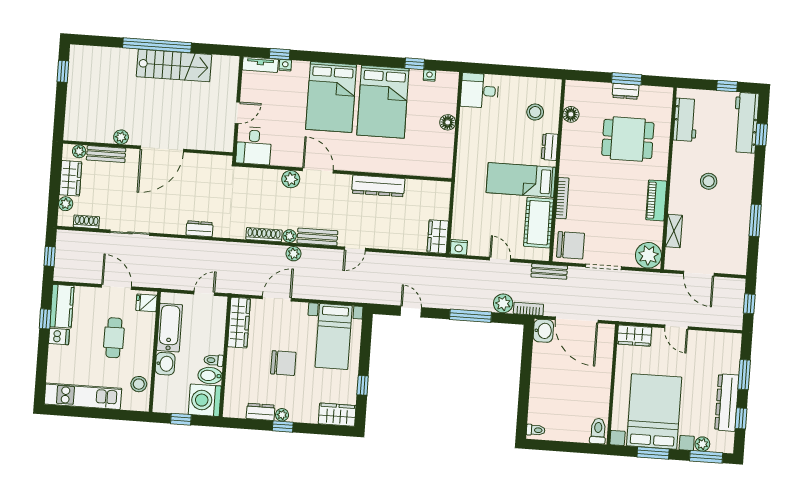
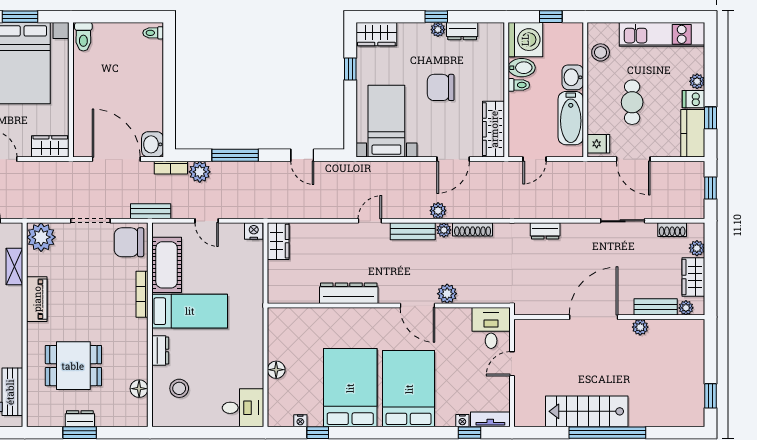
plant: (55, 352) -> (697, 81), added

